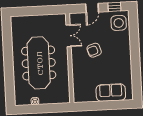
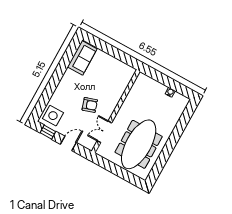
meeting table: (39, 63) -> (139, 144), moved
sofa: (111, 93) -> (82, 58), moved, turned -90

